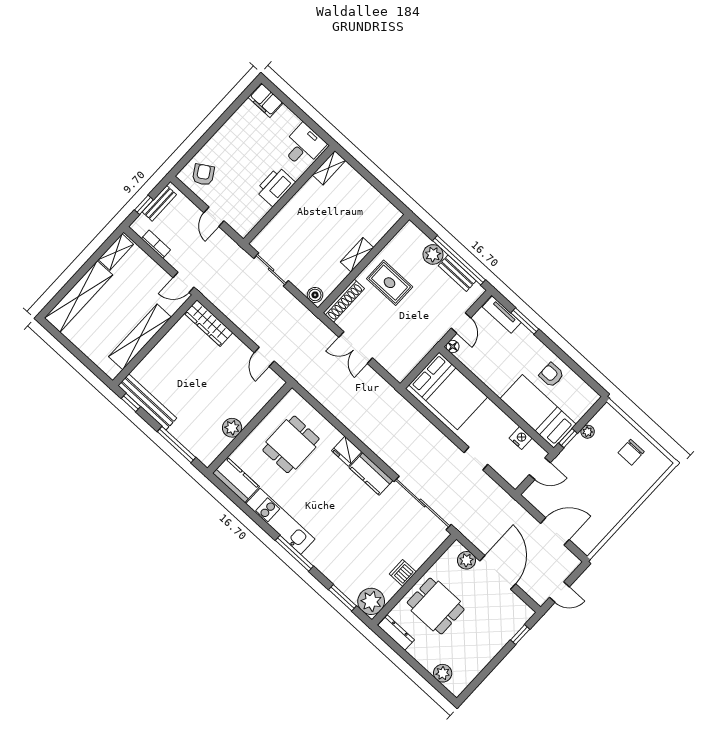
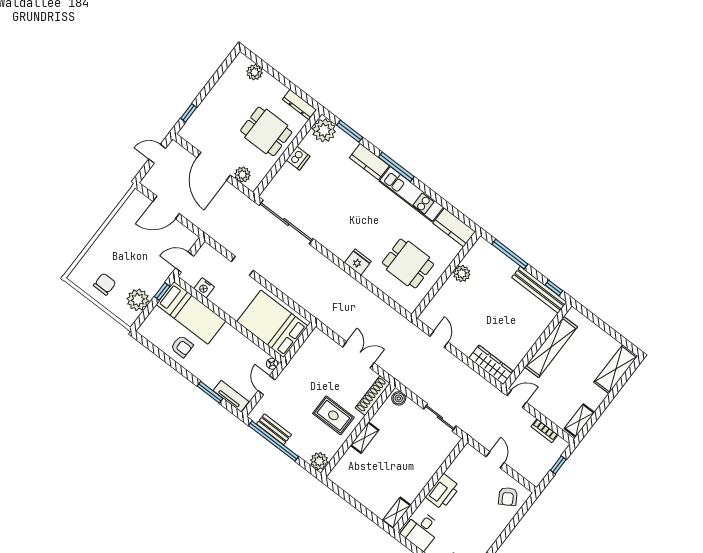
bench: (159, 203) -> (545, 467), removed
plant: (433, 254) -> (319, 461), moved
shelving: (79, 296) -> (616, 369), width x0.68
plant: (588, 432) -> (138, 300), width x1.88, depth x1.88
dining table: (291, 444) -> (408, 264), turned 90
kitchen counter: (371, 474) -> (369, 162), moved, turned 180

